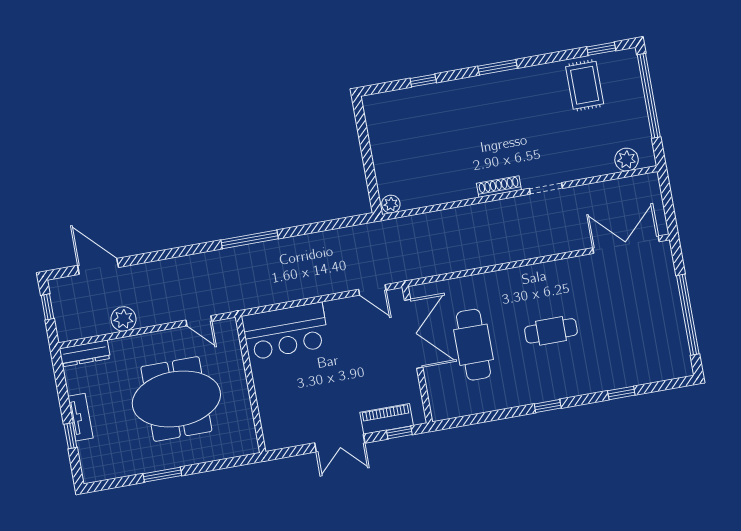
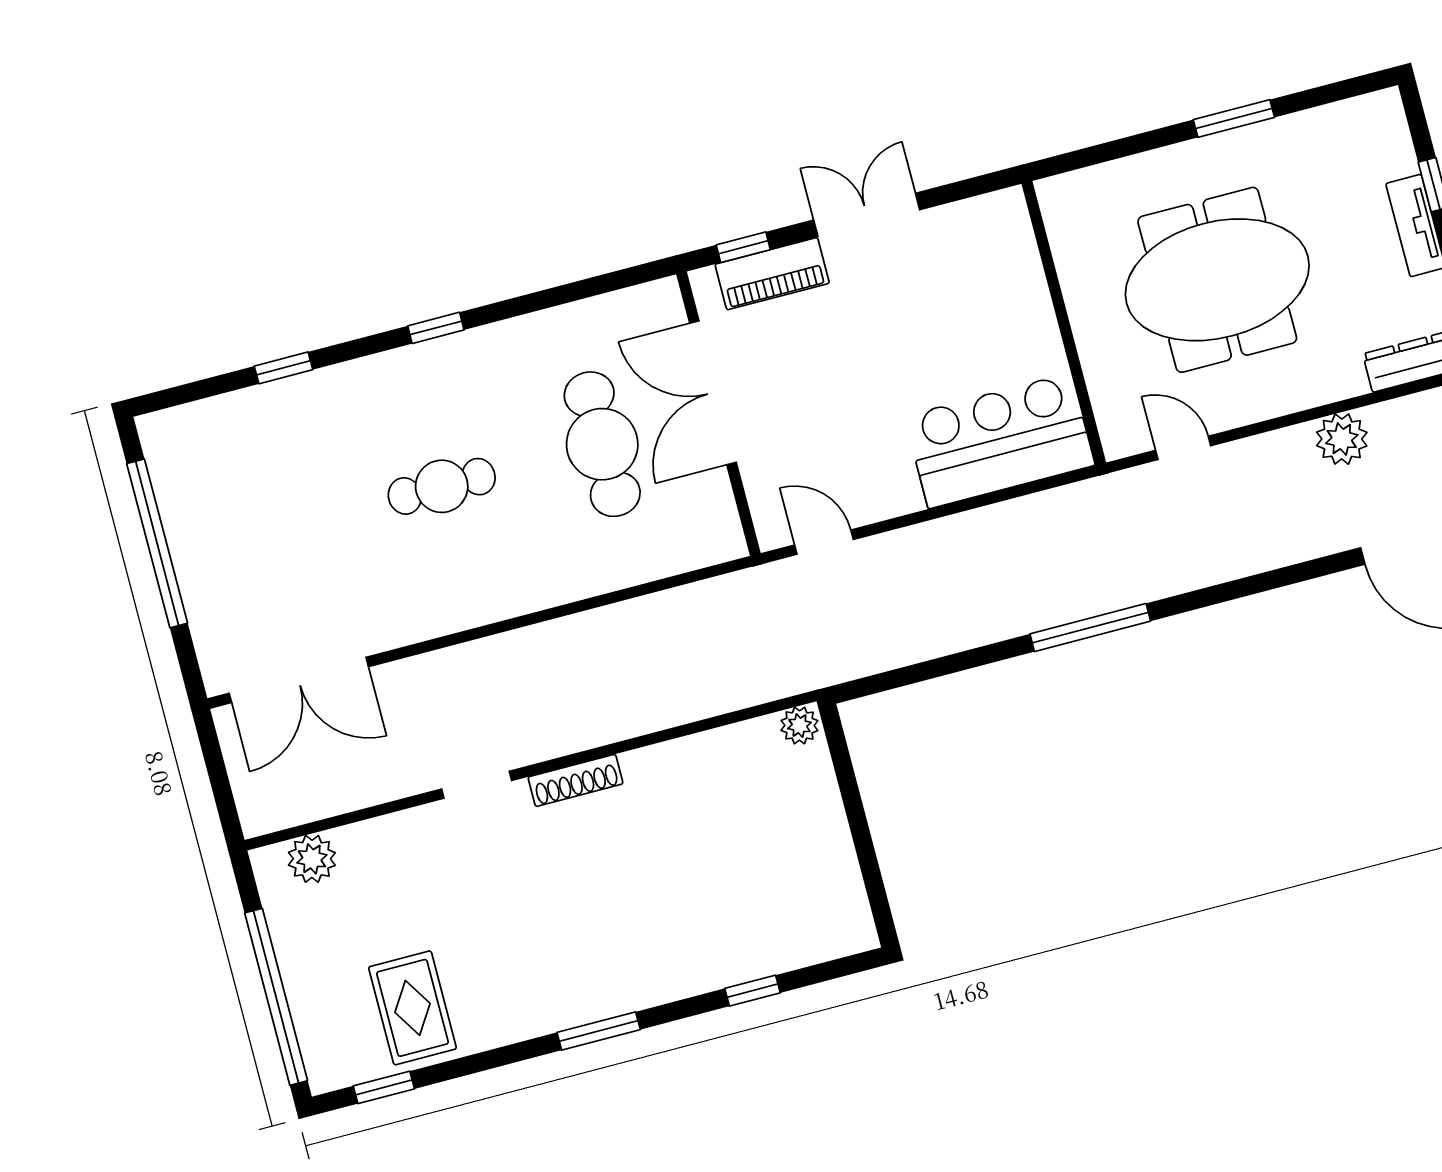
double door: (414, 334) -> (713, 393), moved

